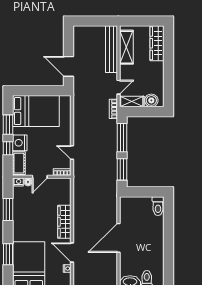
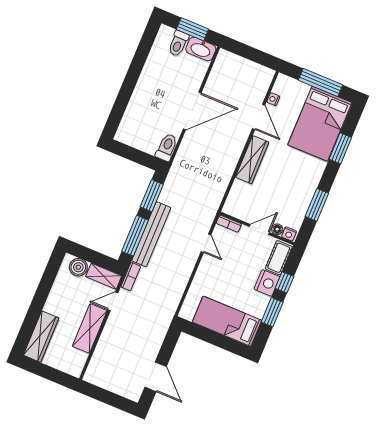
shelving: (126, 47) -> (90, 328), moved
bench: (111, 49) -> (151, 234), moved
door: (68, 66) -> (156, 377), moved
bed: (36, 111) -> (227, 321), width x0.67
toilet: (158, 206) -> (167, 147), moved

